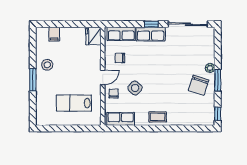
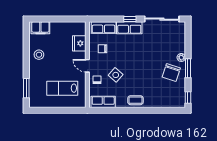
filing cabinet: (54, 34) -> (40, 28), width x2.00
fridge: (93, 36) -> (79, 43), moved
door: (103, 77) -> (87, 66), swing flipped
window: (33, 80) -> (26, 88), moved

